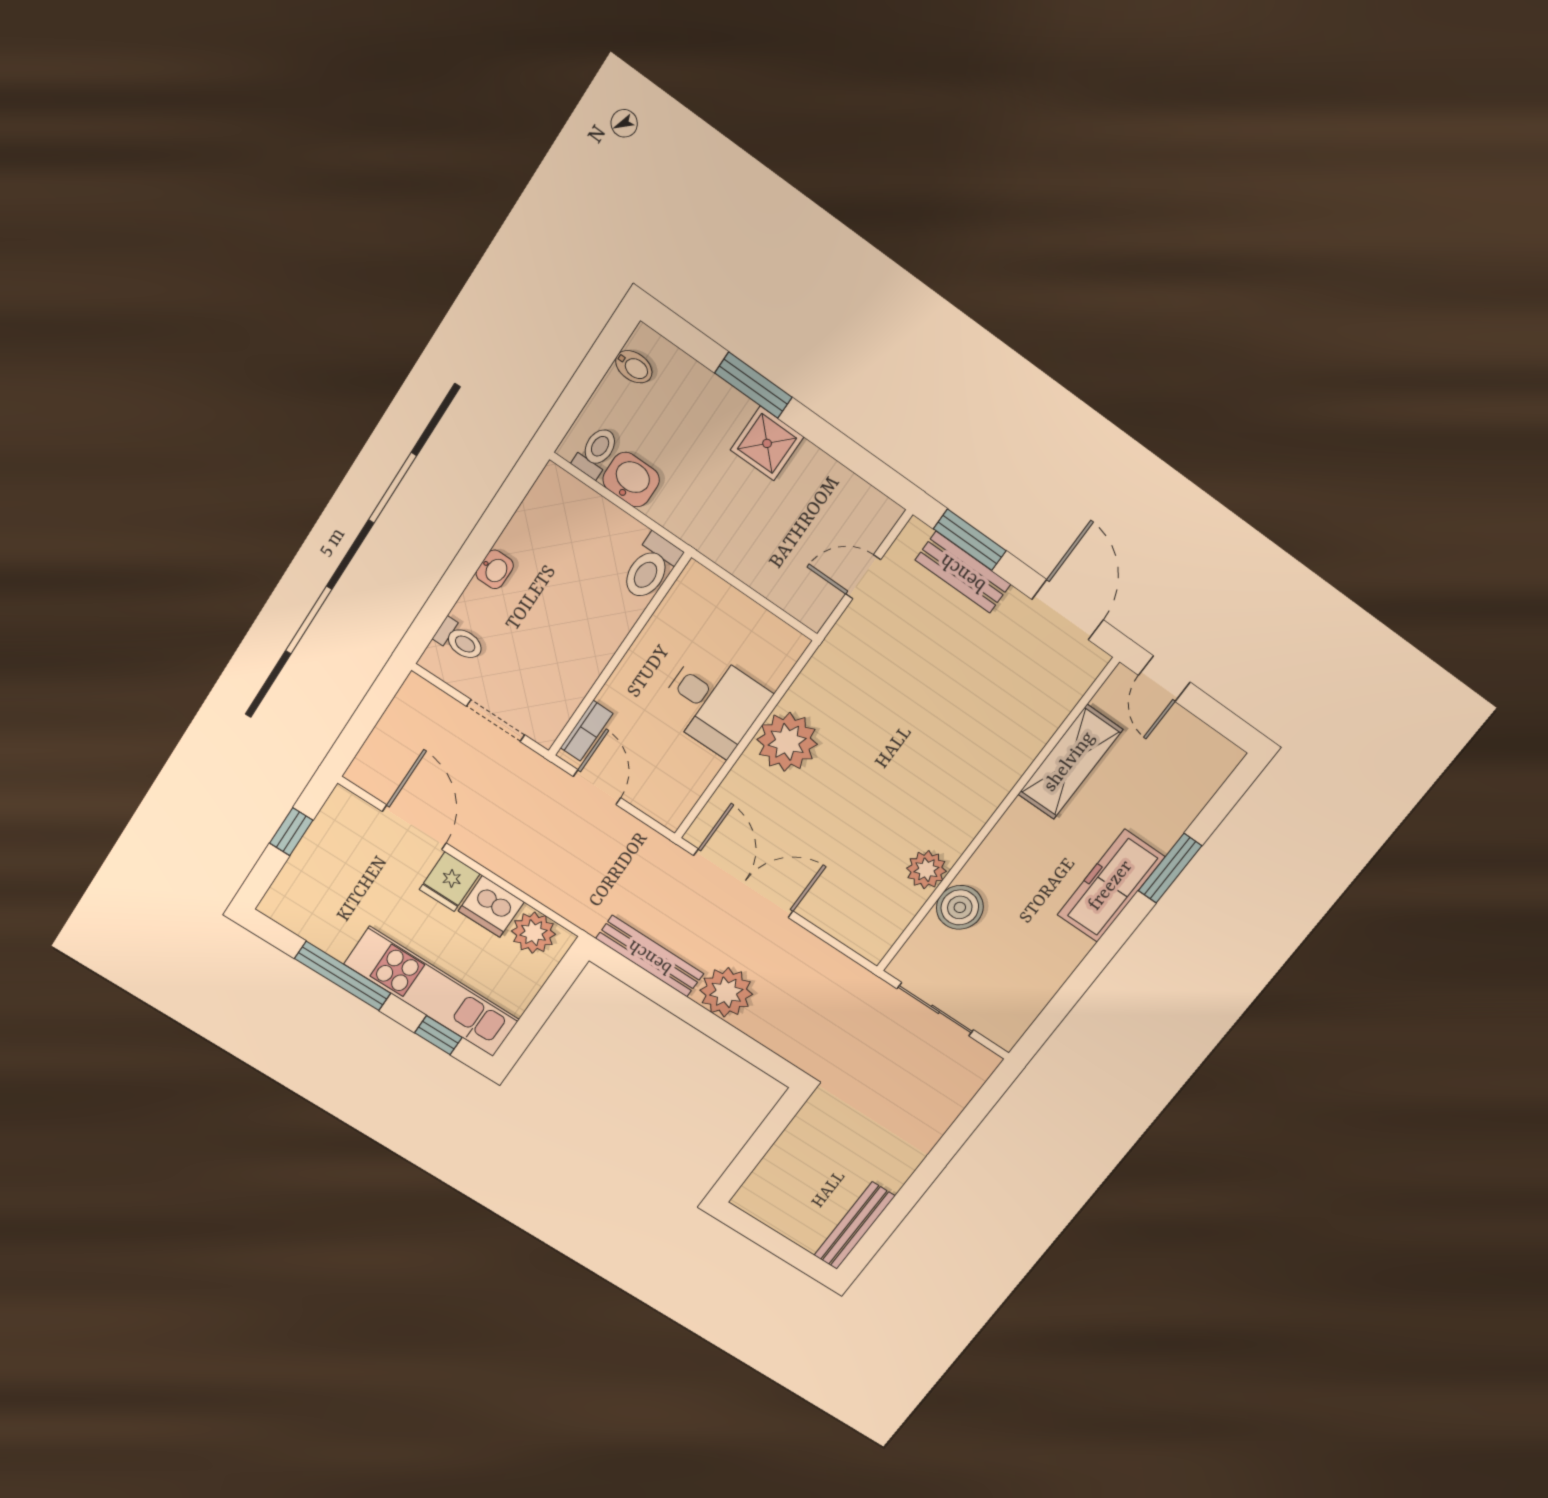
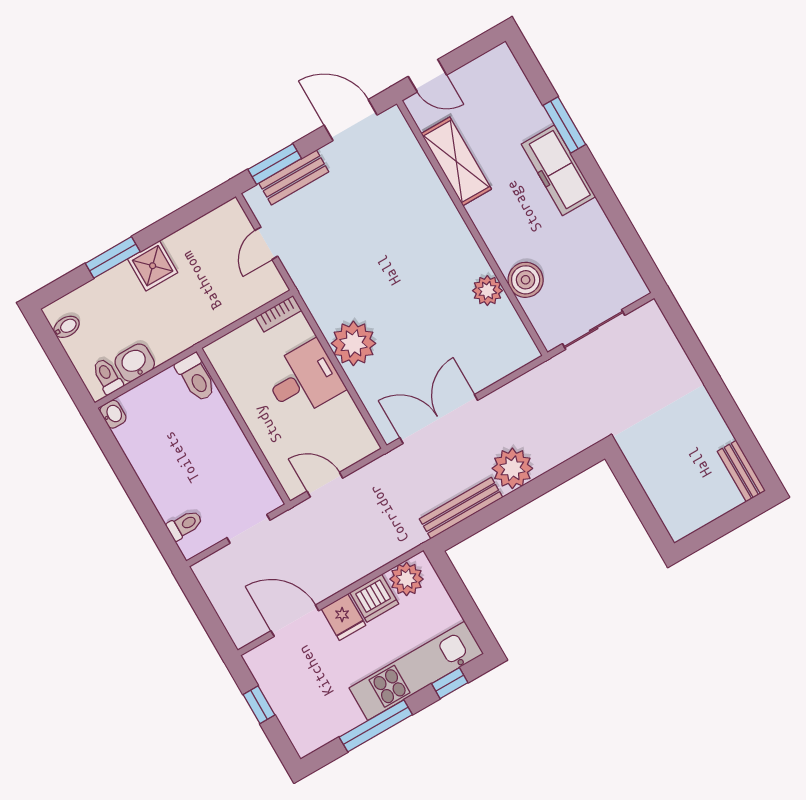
washbasin: (495, 569) -> (113, 414), moved
bookcase: (587, 731) -> (279, 314), moved, turned 90
bench: (854, 1226) -> (741, 471), width x0.73

